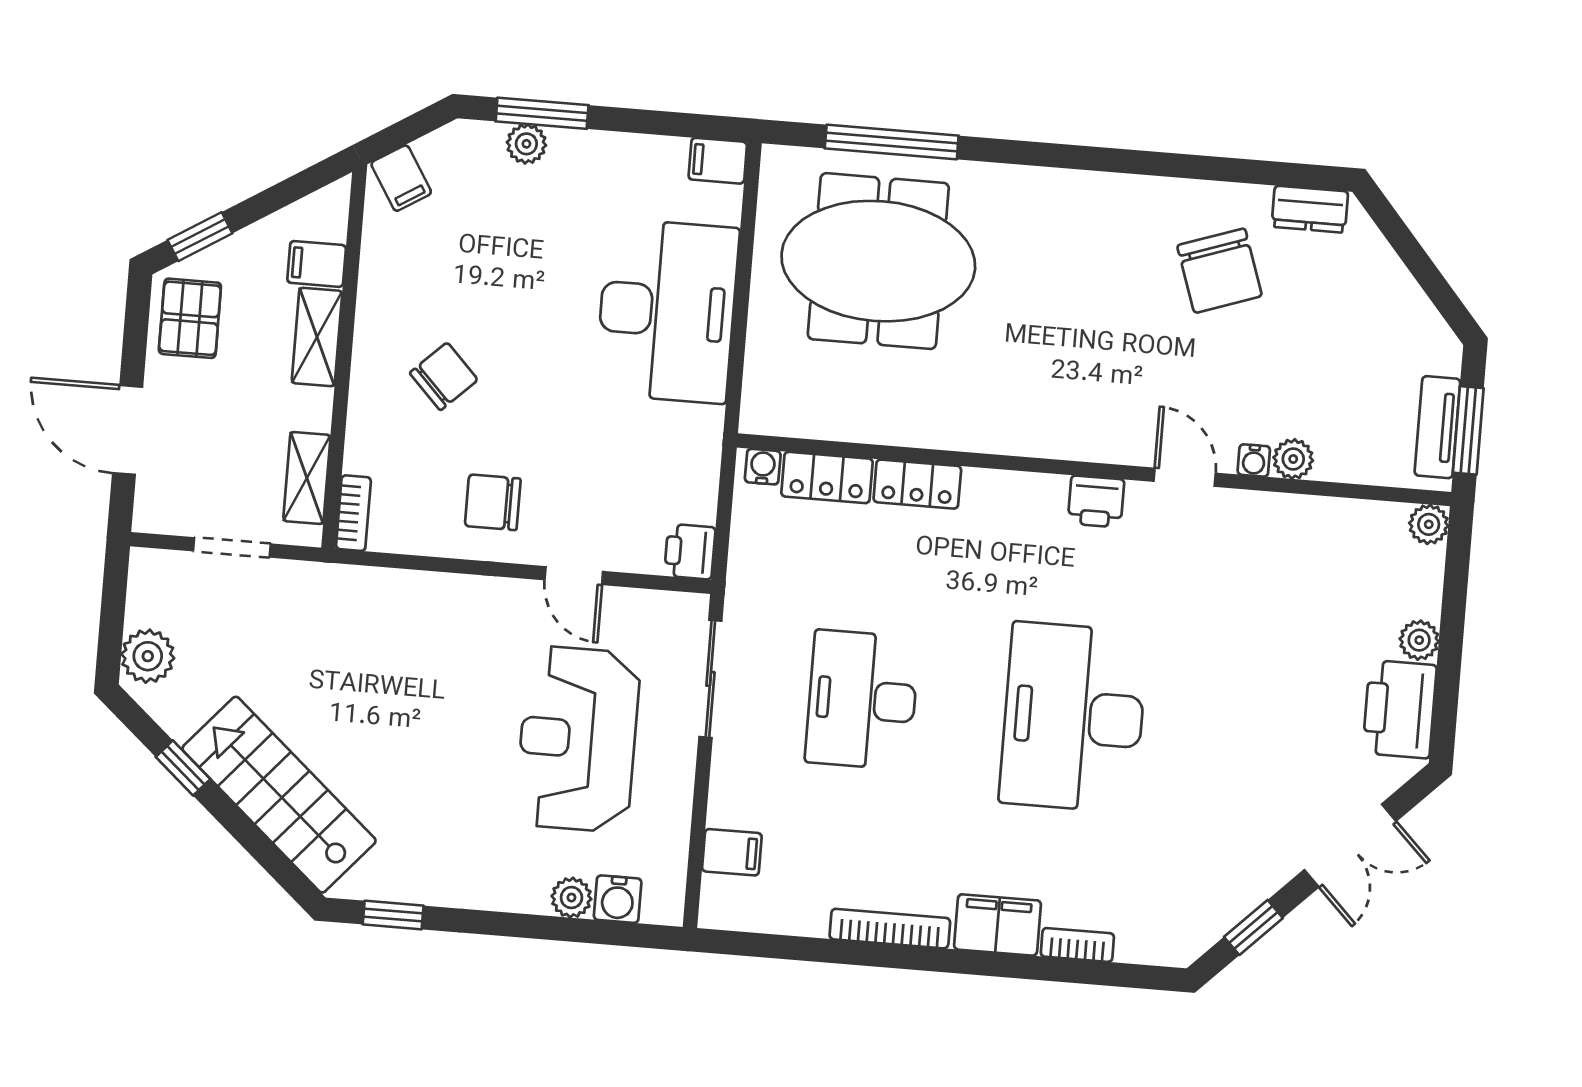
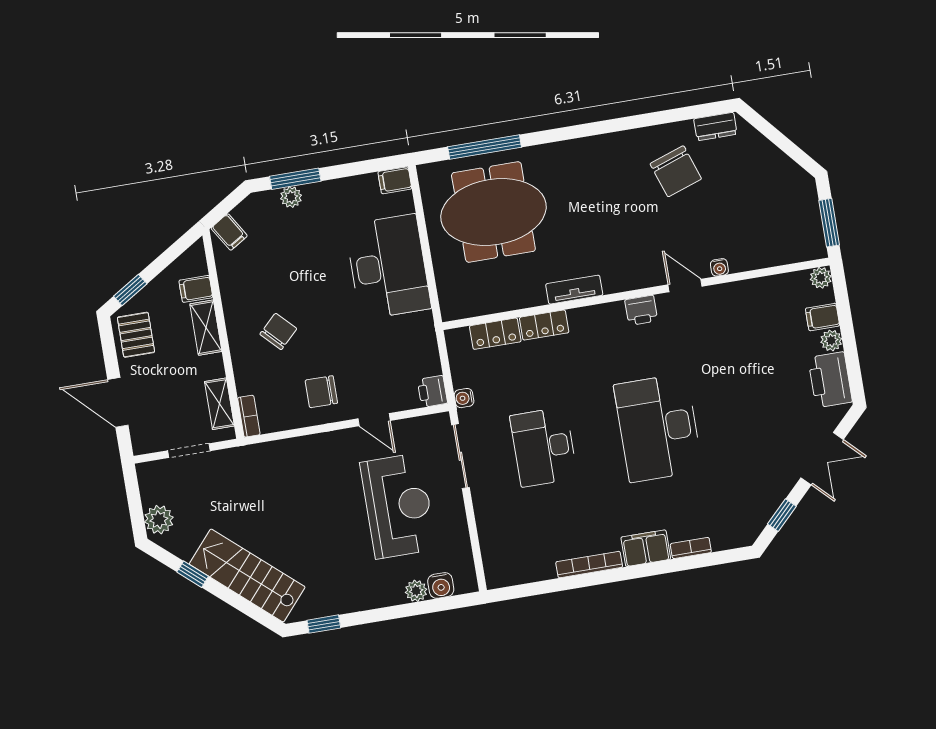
tv unit: (1437, 427) -> (574, 290), moved, turned 90
plant: (1293, 459) -> (740, 261), removed
water cooler: (763, 467) -> (464, 398), moved, turned -90
reception desk: (578, 739) -> (398, 506), turned 180
filing cabinet: (732, 852) -> (823, 317), moved, turned 180

